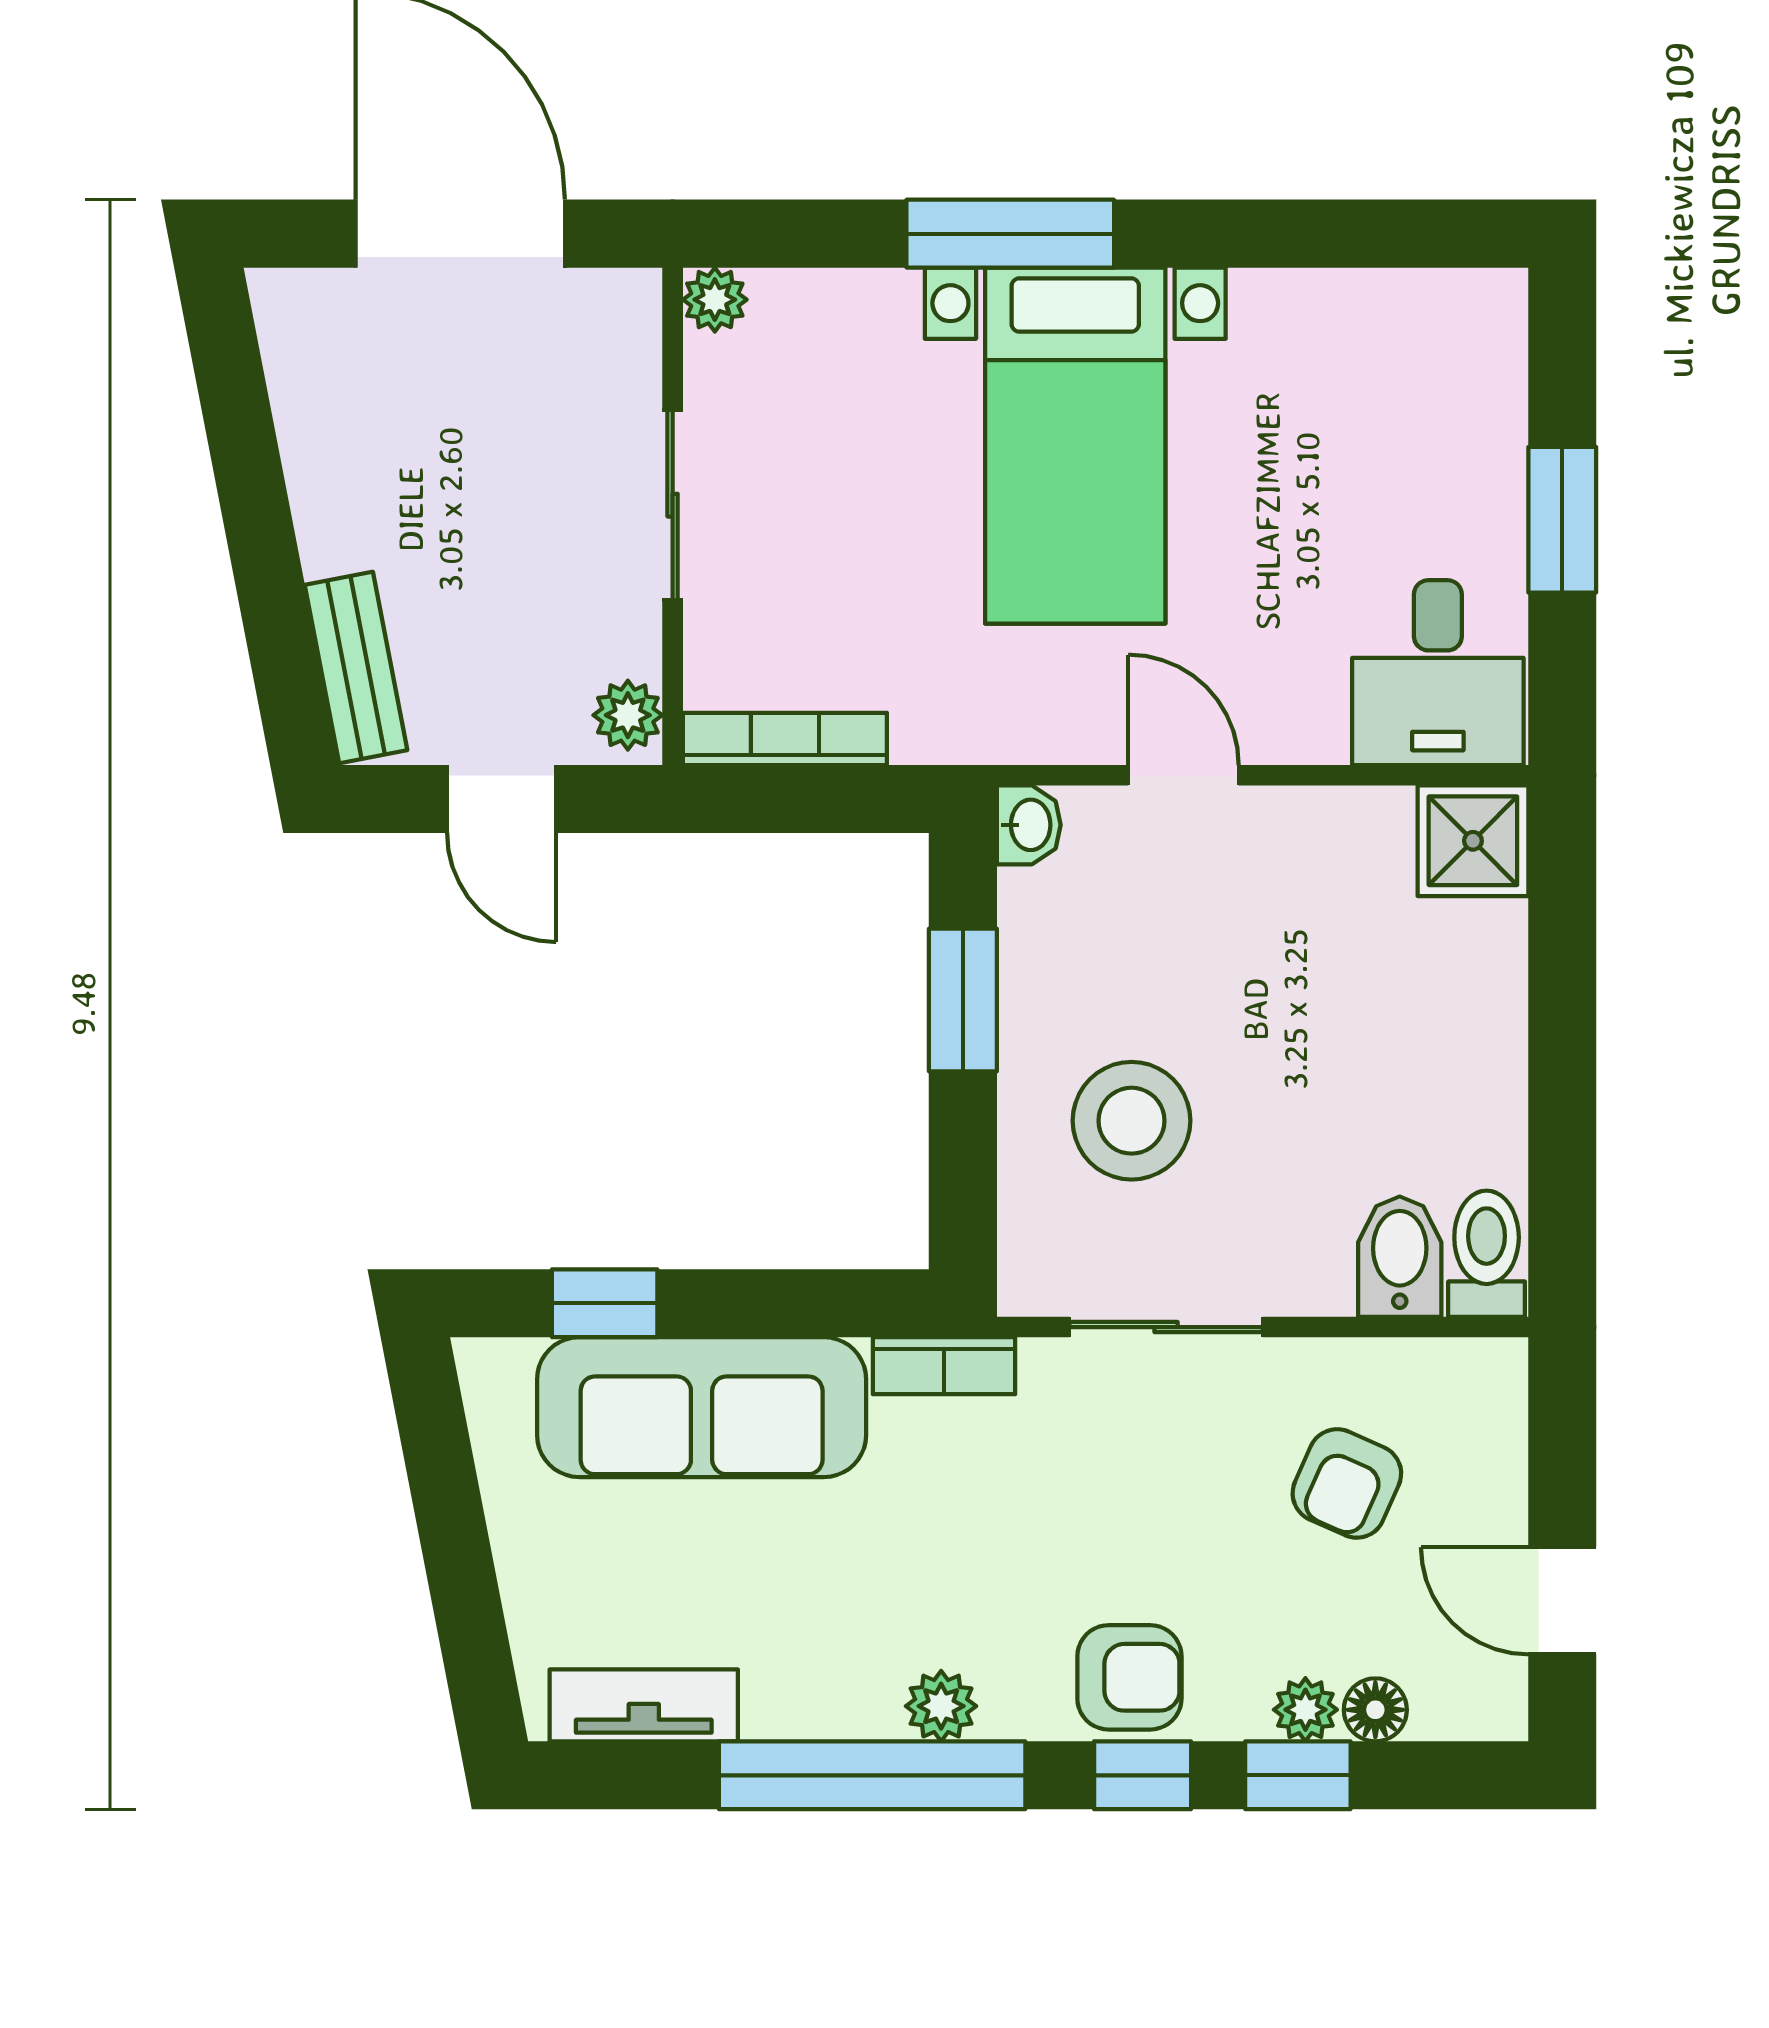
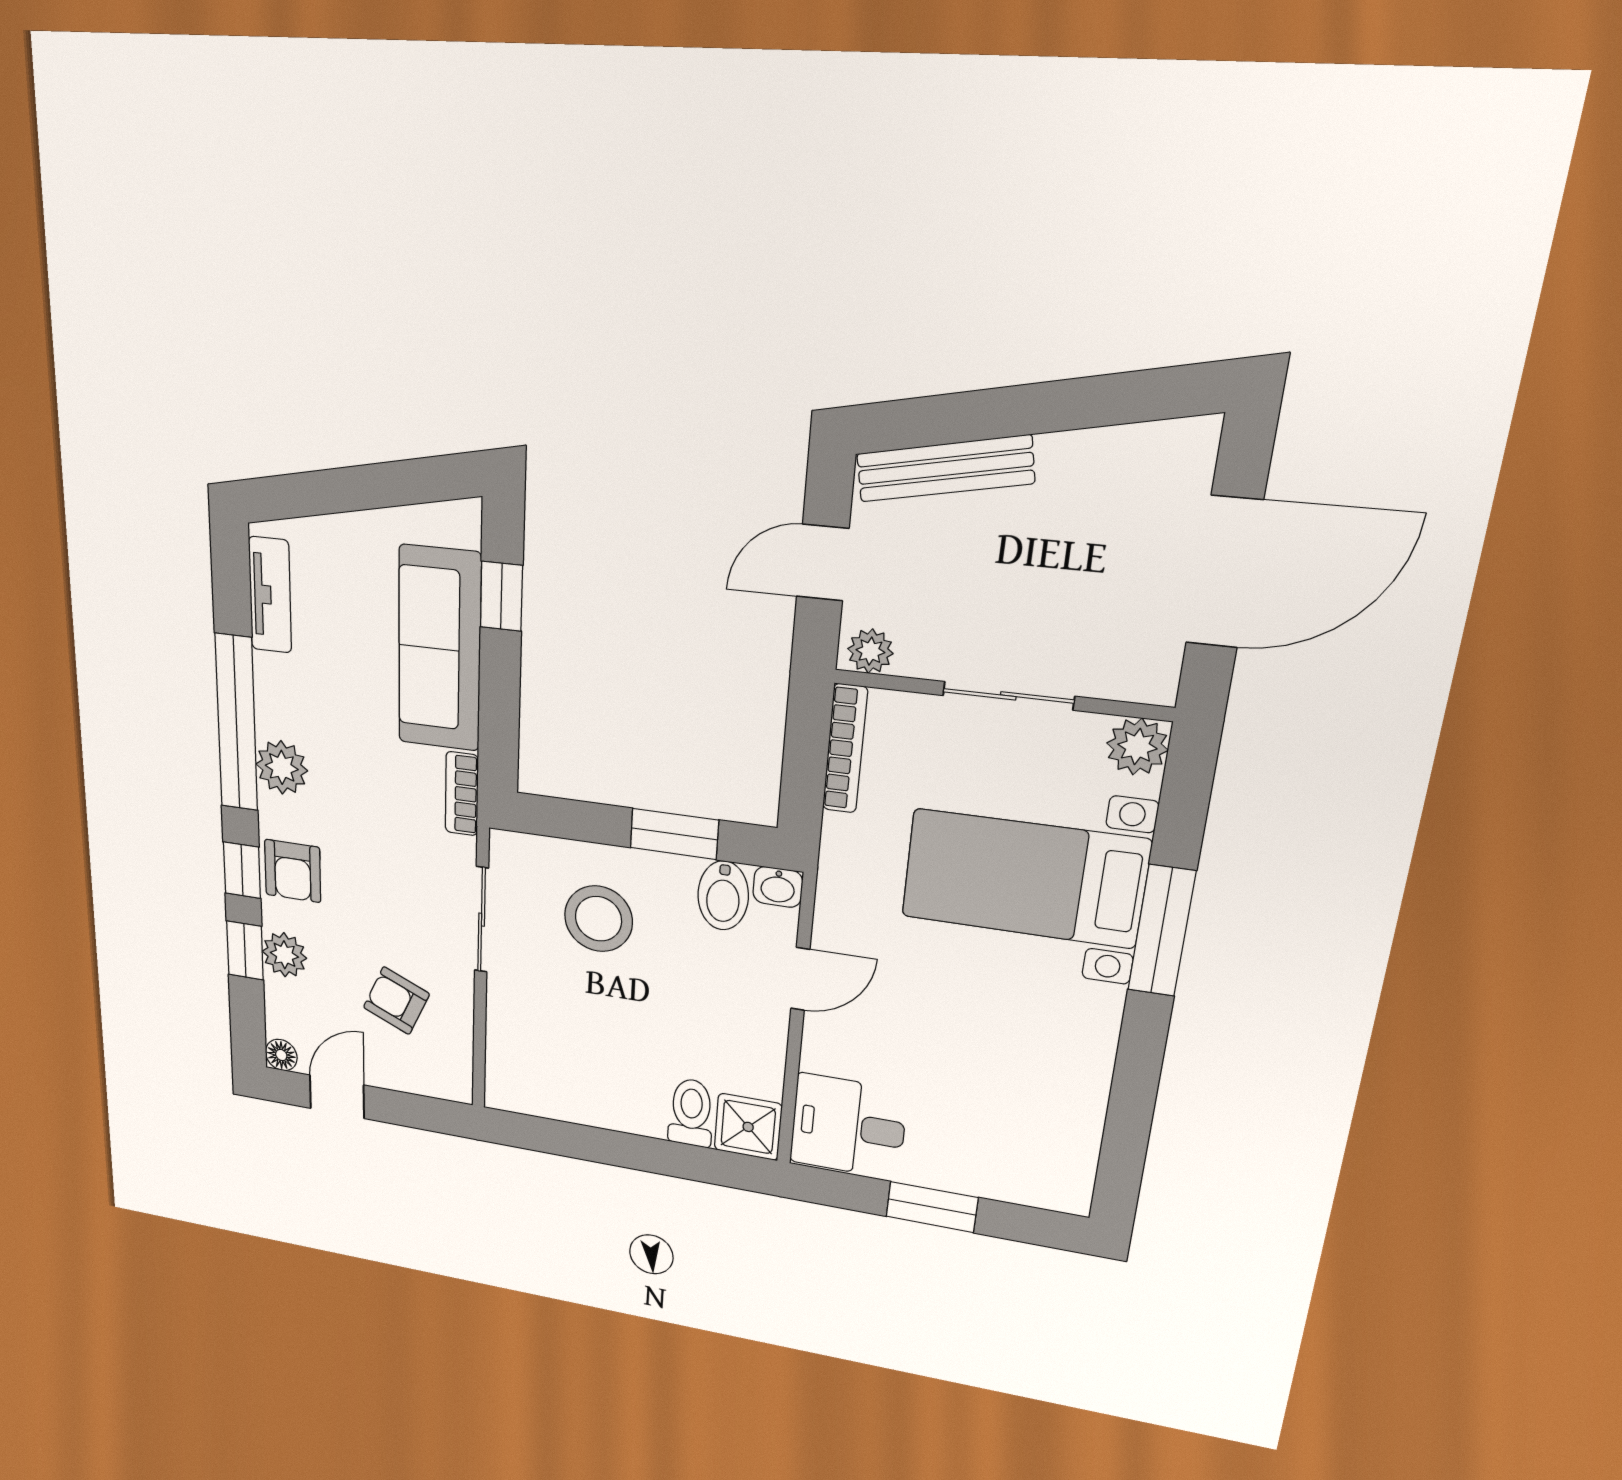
plant: (715, 300) -> (1137, 747), width x1.38, depth x1.38
bed with nightstands: (1075, 446) -> (1024, 878), moved
bench: (356, 667) -> (945, 468), width x1.36
toilet: (1487, 1254) -> (691, 1113), moved, turned -90
bidet: (1400, 1257) -> (723, 895), moved, turned 90
plant: (941, 1706) -> (282, 767), width x1.38, depth x1.38
plant: (1305, 1710) -> (284, 955), width x1.38, depth x1.38
floor lamp: (1375, 1710) -> (281, 1055), moved

